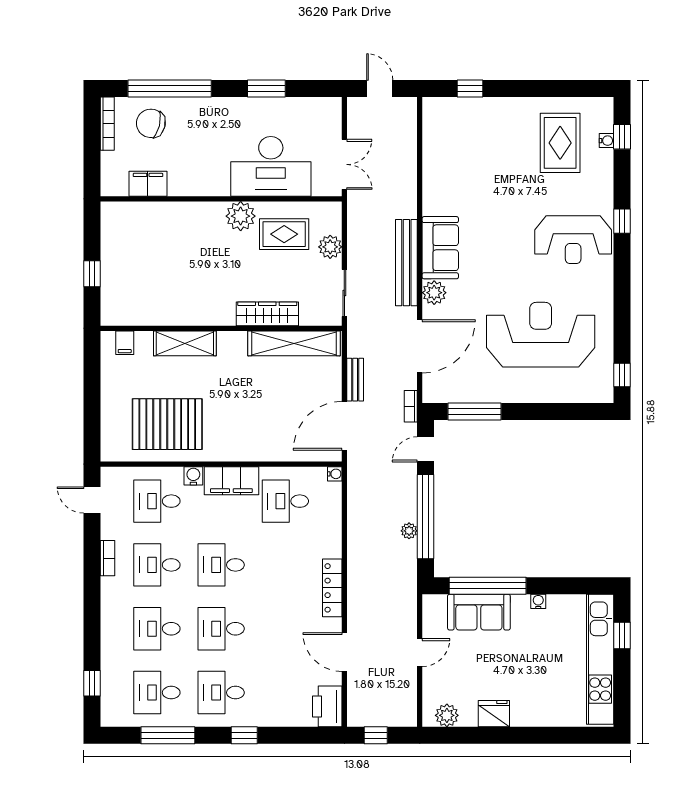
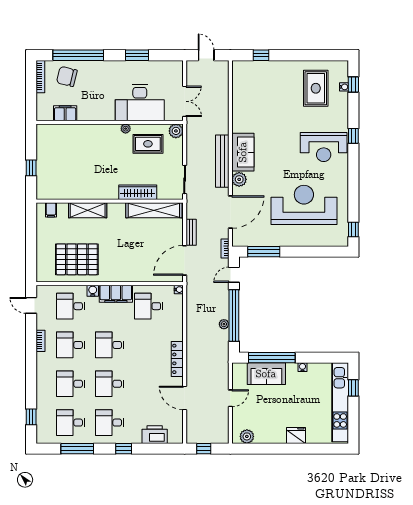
plant: (241, 216) -> (126, 129), width x0.53, depth x0.53
plant: (330, 247) -> (176, 131), moved
printer: (327, 706) -> (155, 435), moved, turned 90
fridge: (494, 714) -> (296, 435), moved

